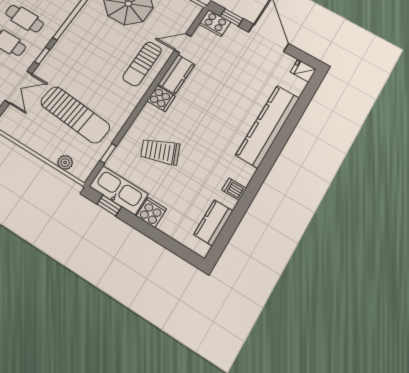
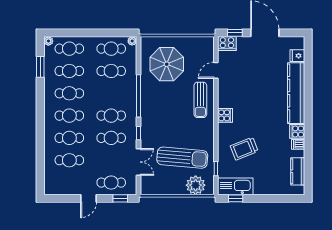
fridge: (303, 71) -> (297, 56), moved
kitchen counter: (176, 74) -> (225, 94), removed
plant: (65, 163) -> (196, 185), width x1.87, depth x1.87
cooker: (151, 212) -> (297, 131), moved, turned -90

